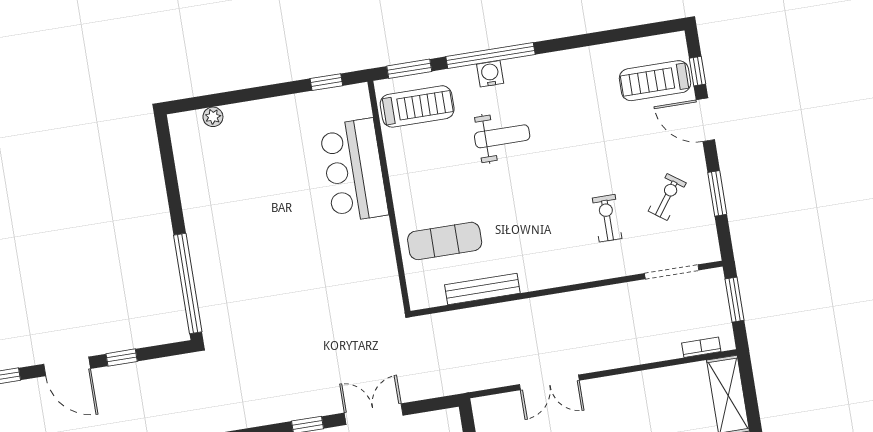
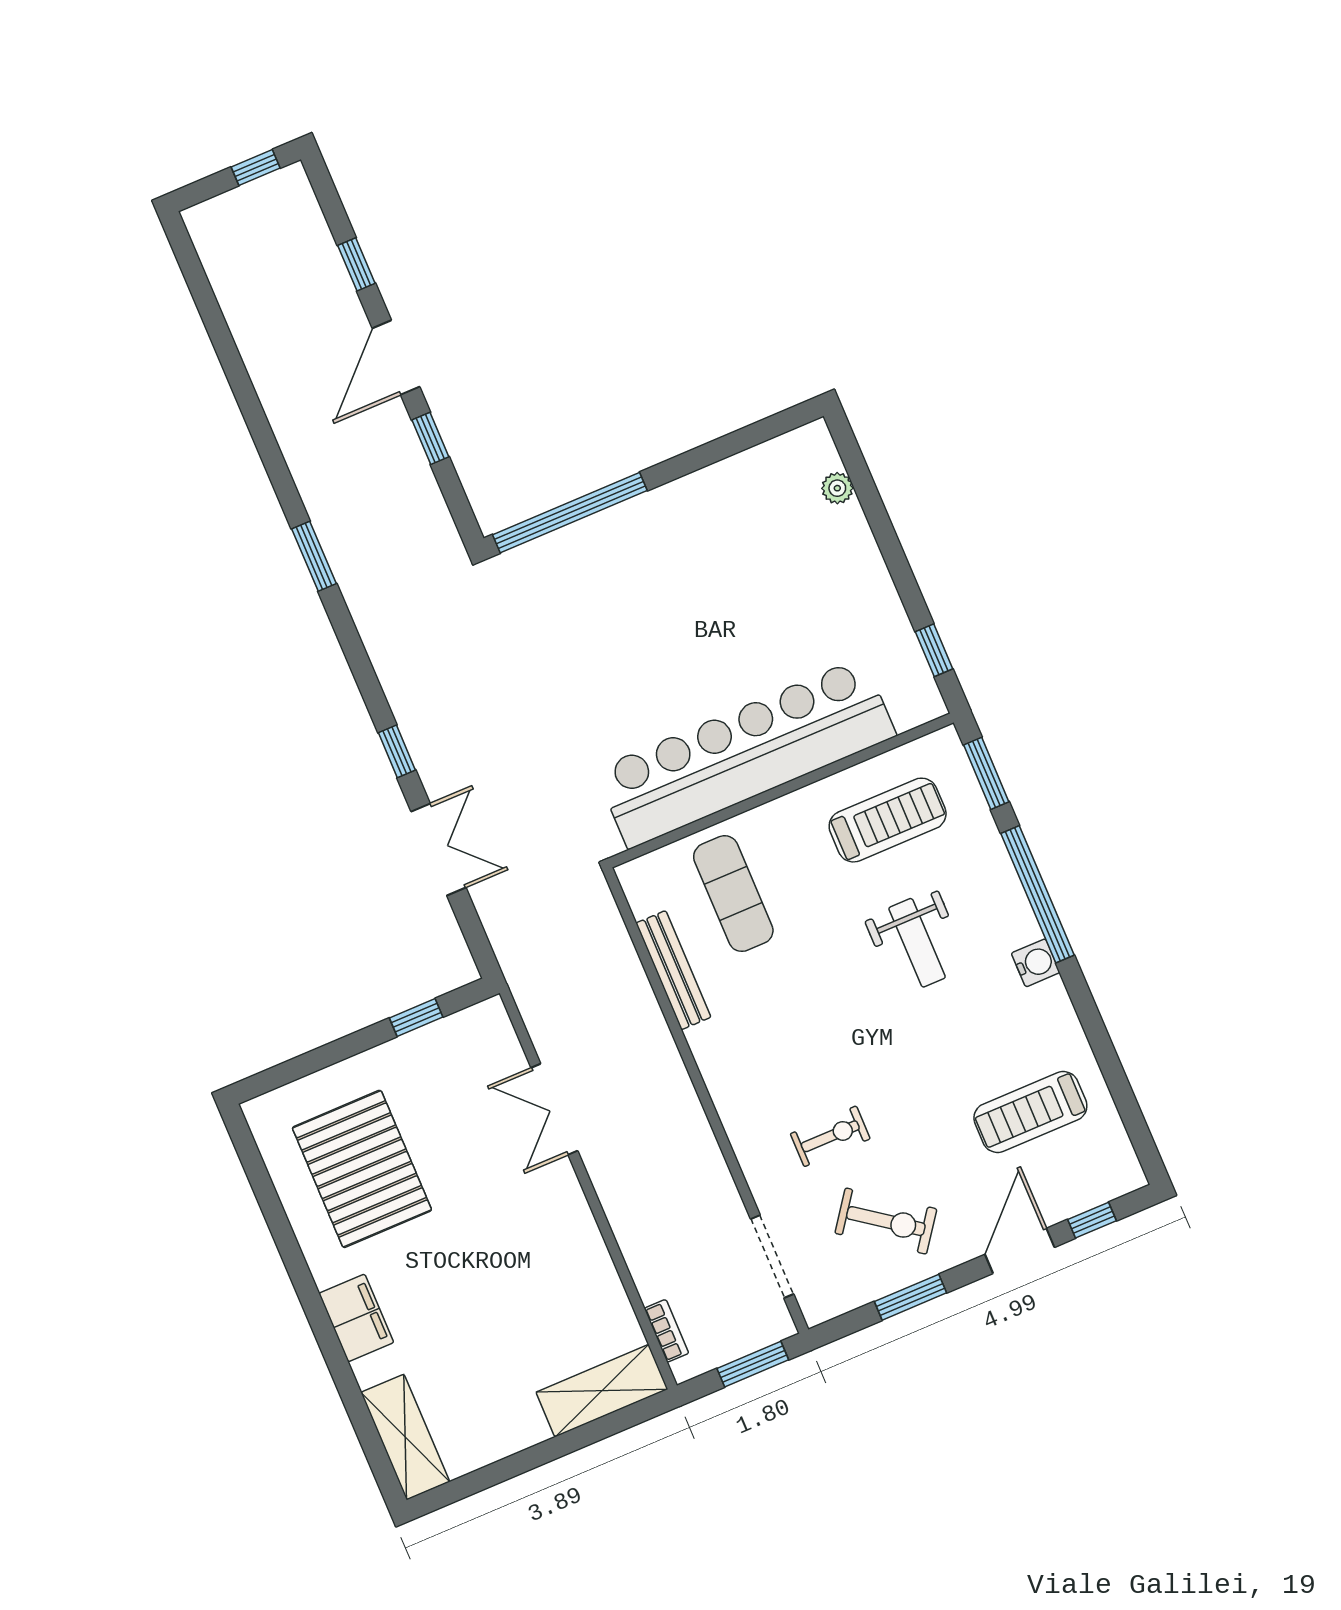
water cooler: (490, 74) -> (1036, 963), moved
treadmill: (655, 81) -> (1030, 1112), moved, turned -90
treadmill: (417, 106) -> (888, 820), moved, turned -90
bar counter: (354, 170) -> (746, 753), width x1.86
exercise bike: (667, 197) -> (886, 1221), width x1.38, depth x1.39

